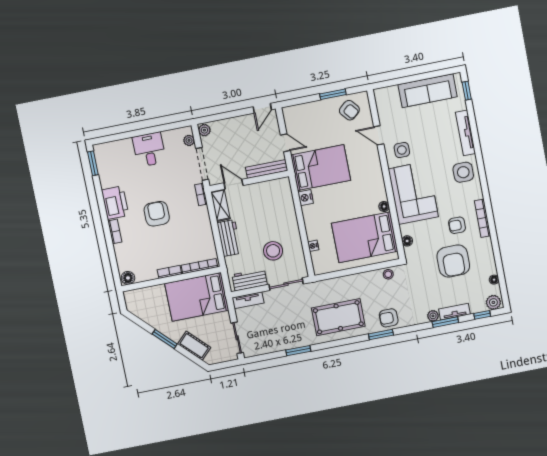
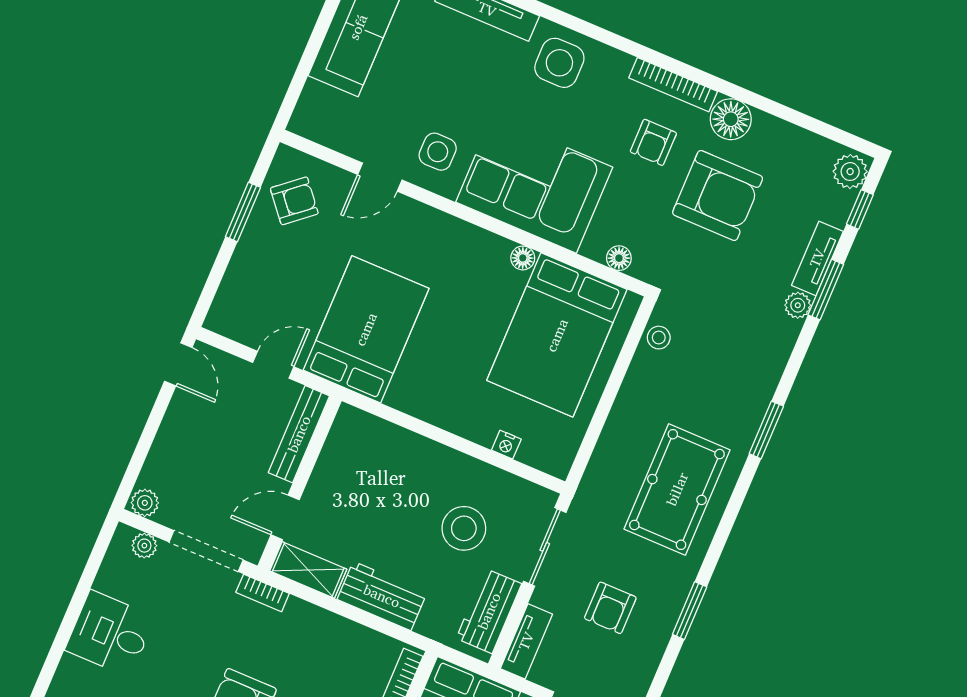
nightstand: (306, 198) -> (404, 397), removed
floor lamp: (494, 280) -> (731, 119), moved, width x1.89, depth x1.89
armchair: (389, 318) -> (610, 608), moved

